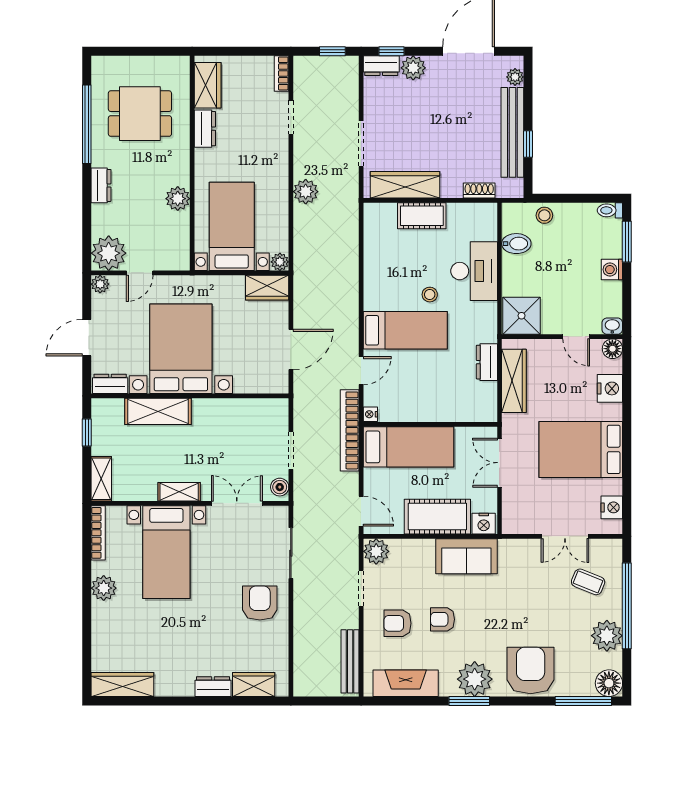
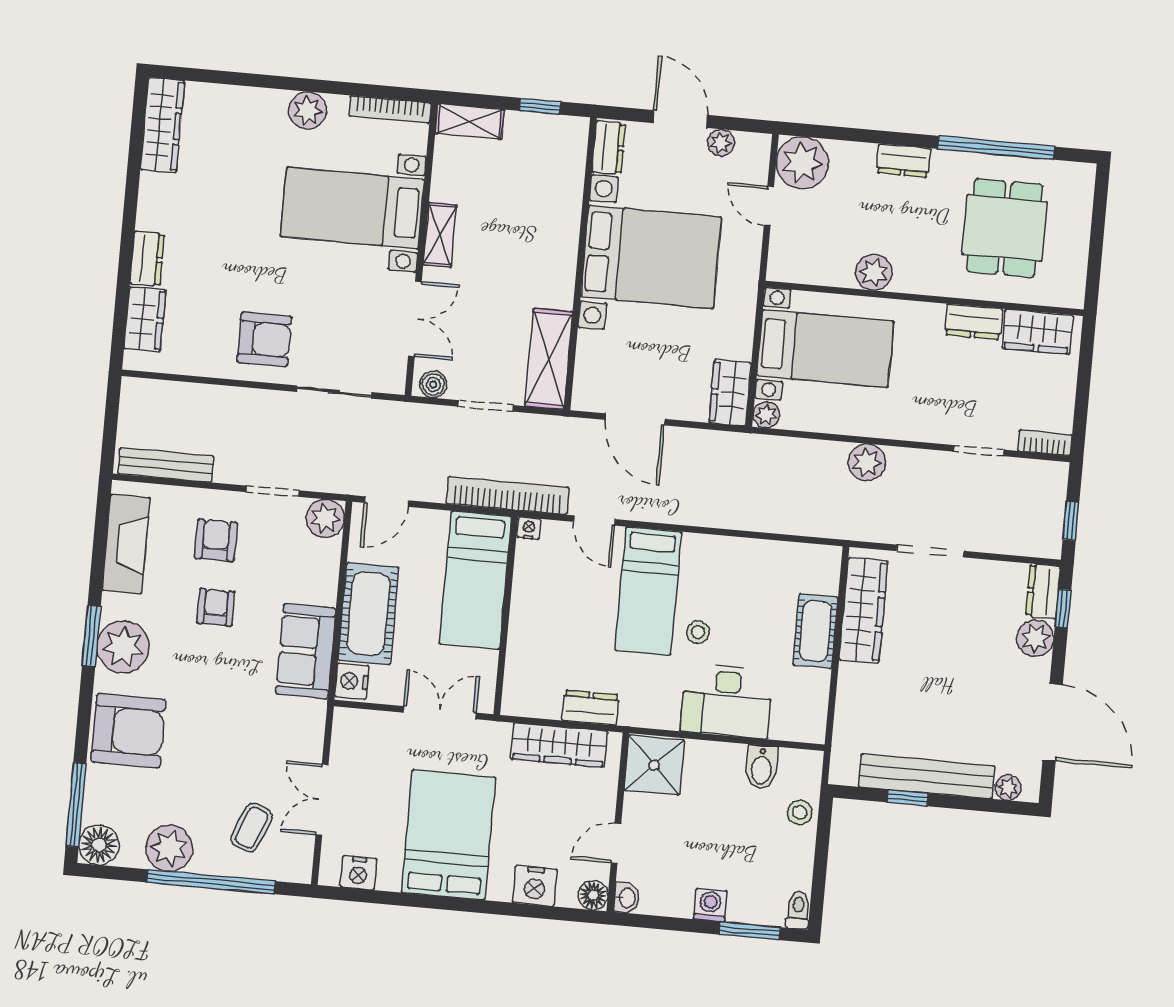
shoe rack: (479, 191) -> (845, 719), removed
plant: (100, 284) -> (721, 143), moved
shelving: (158, 411) -> (549, 359), moved

